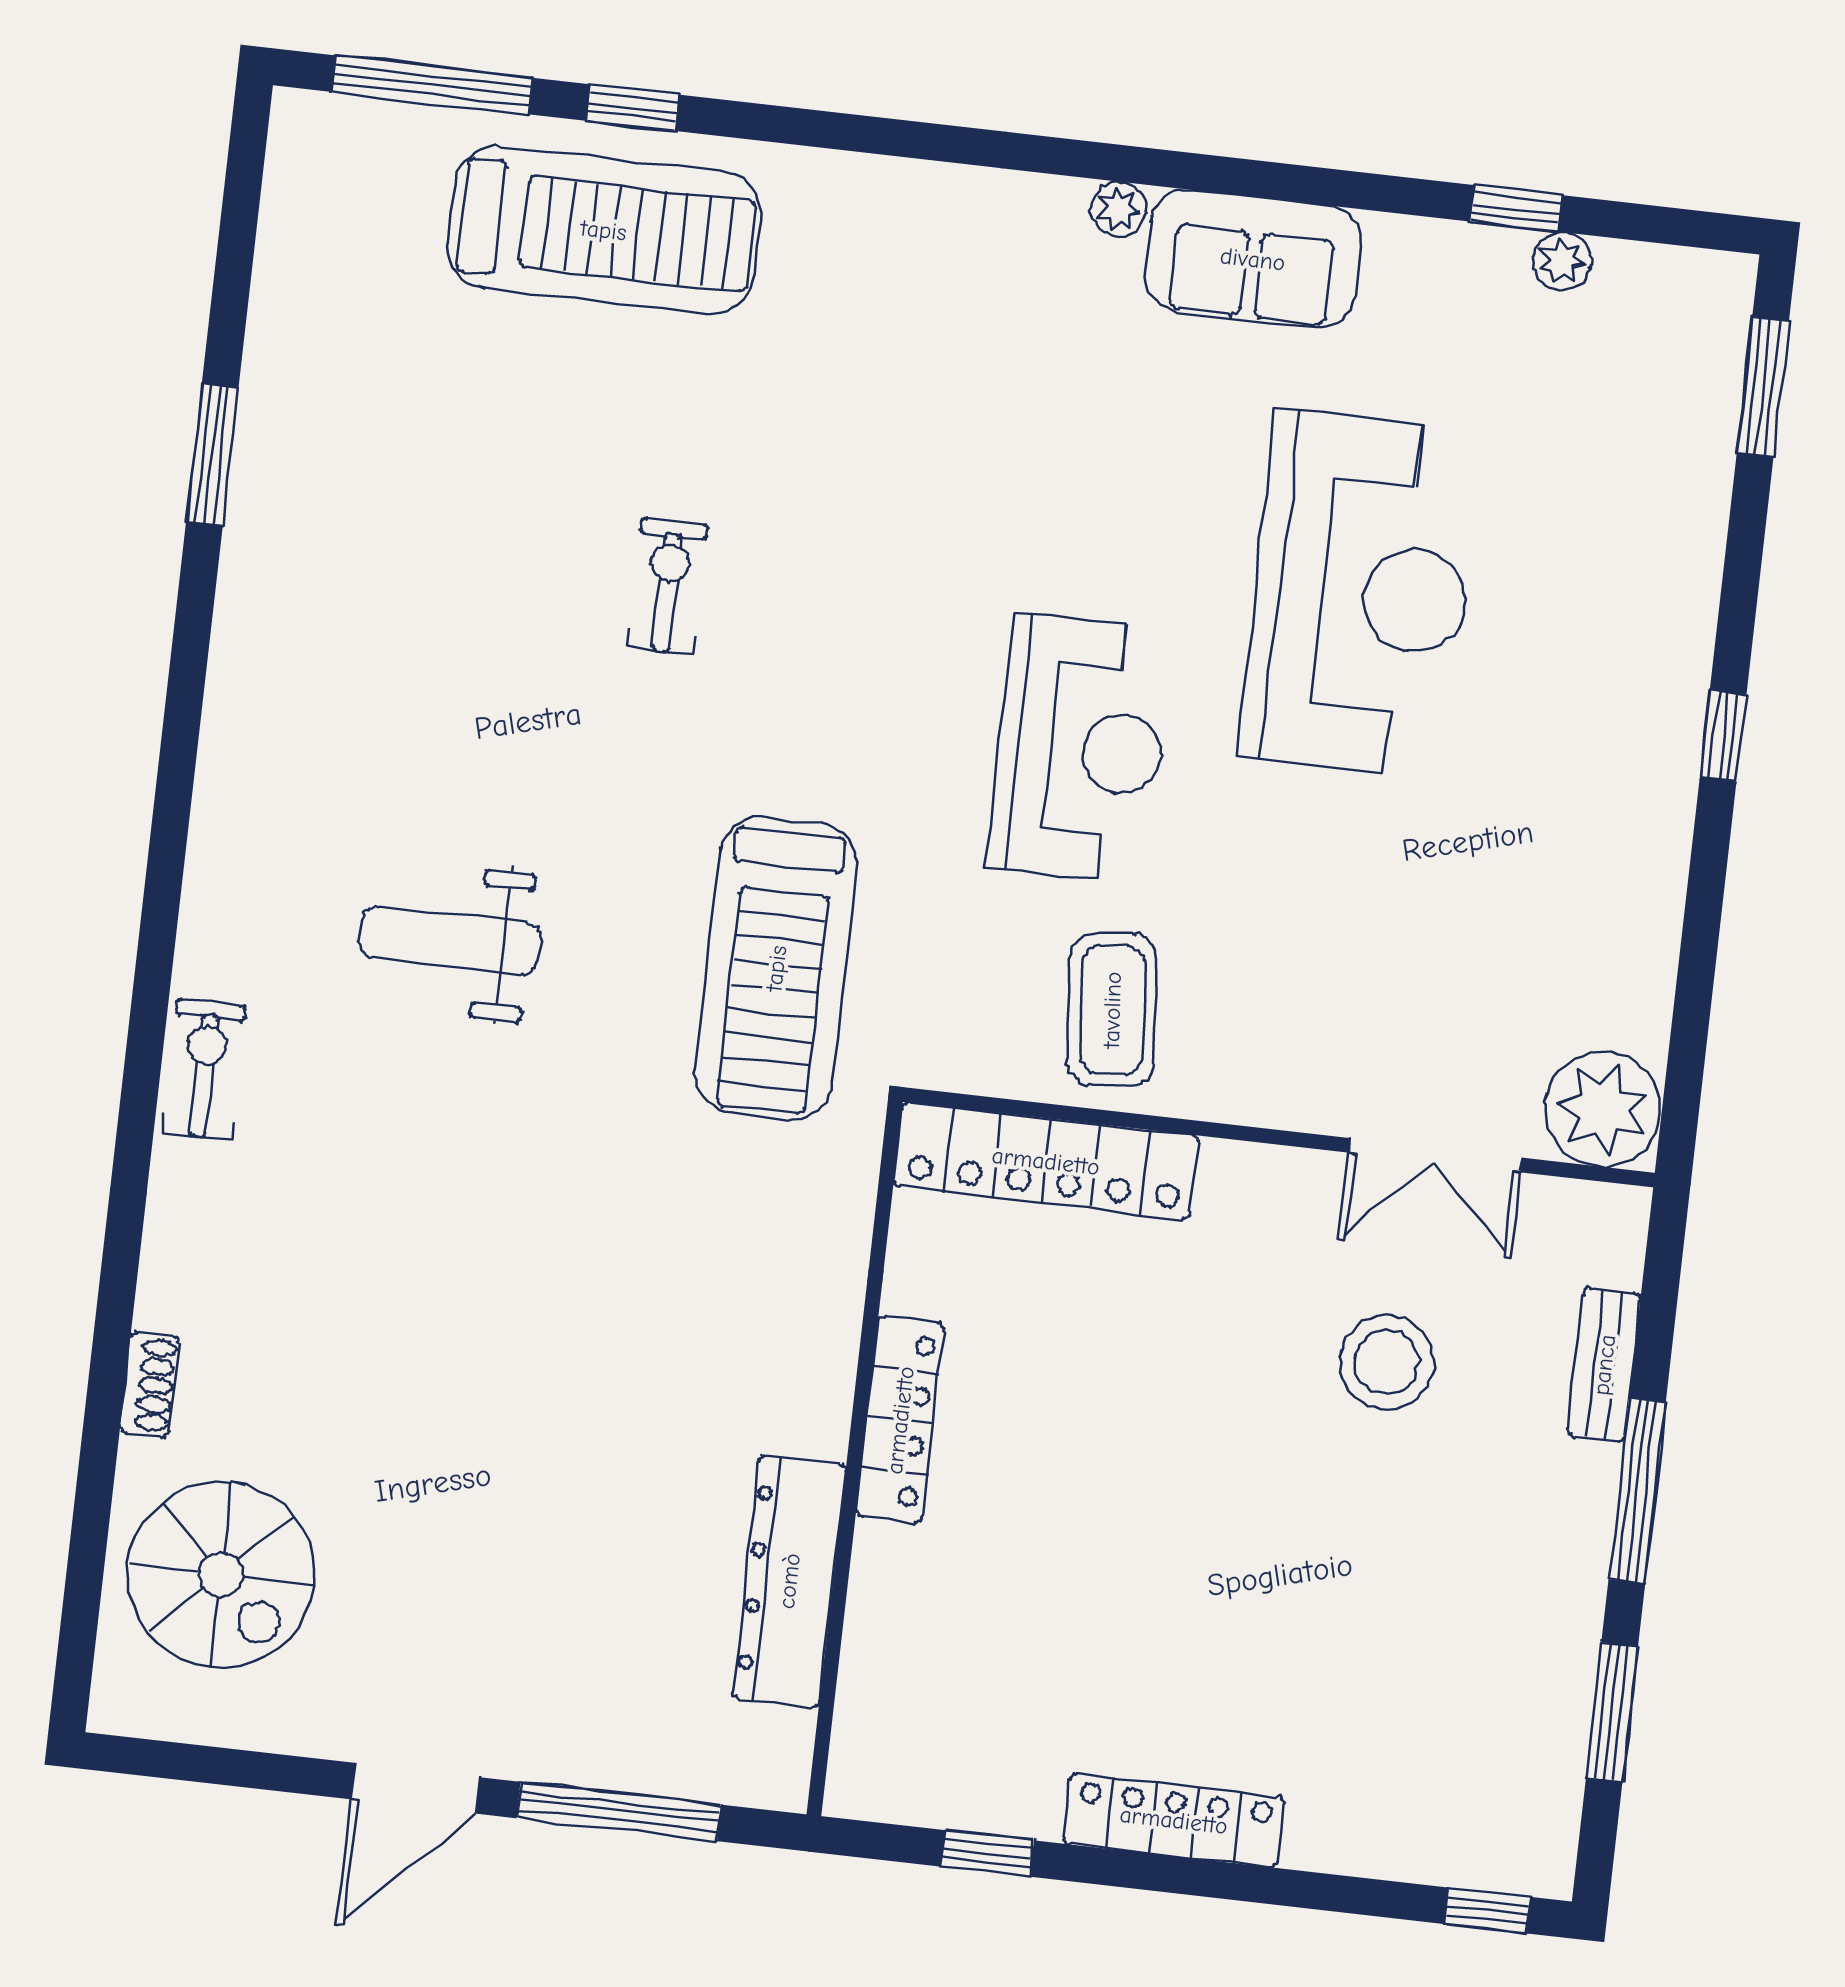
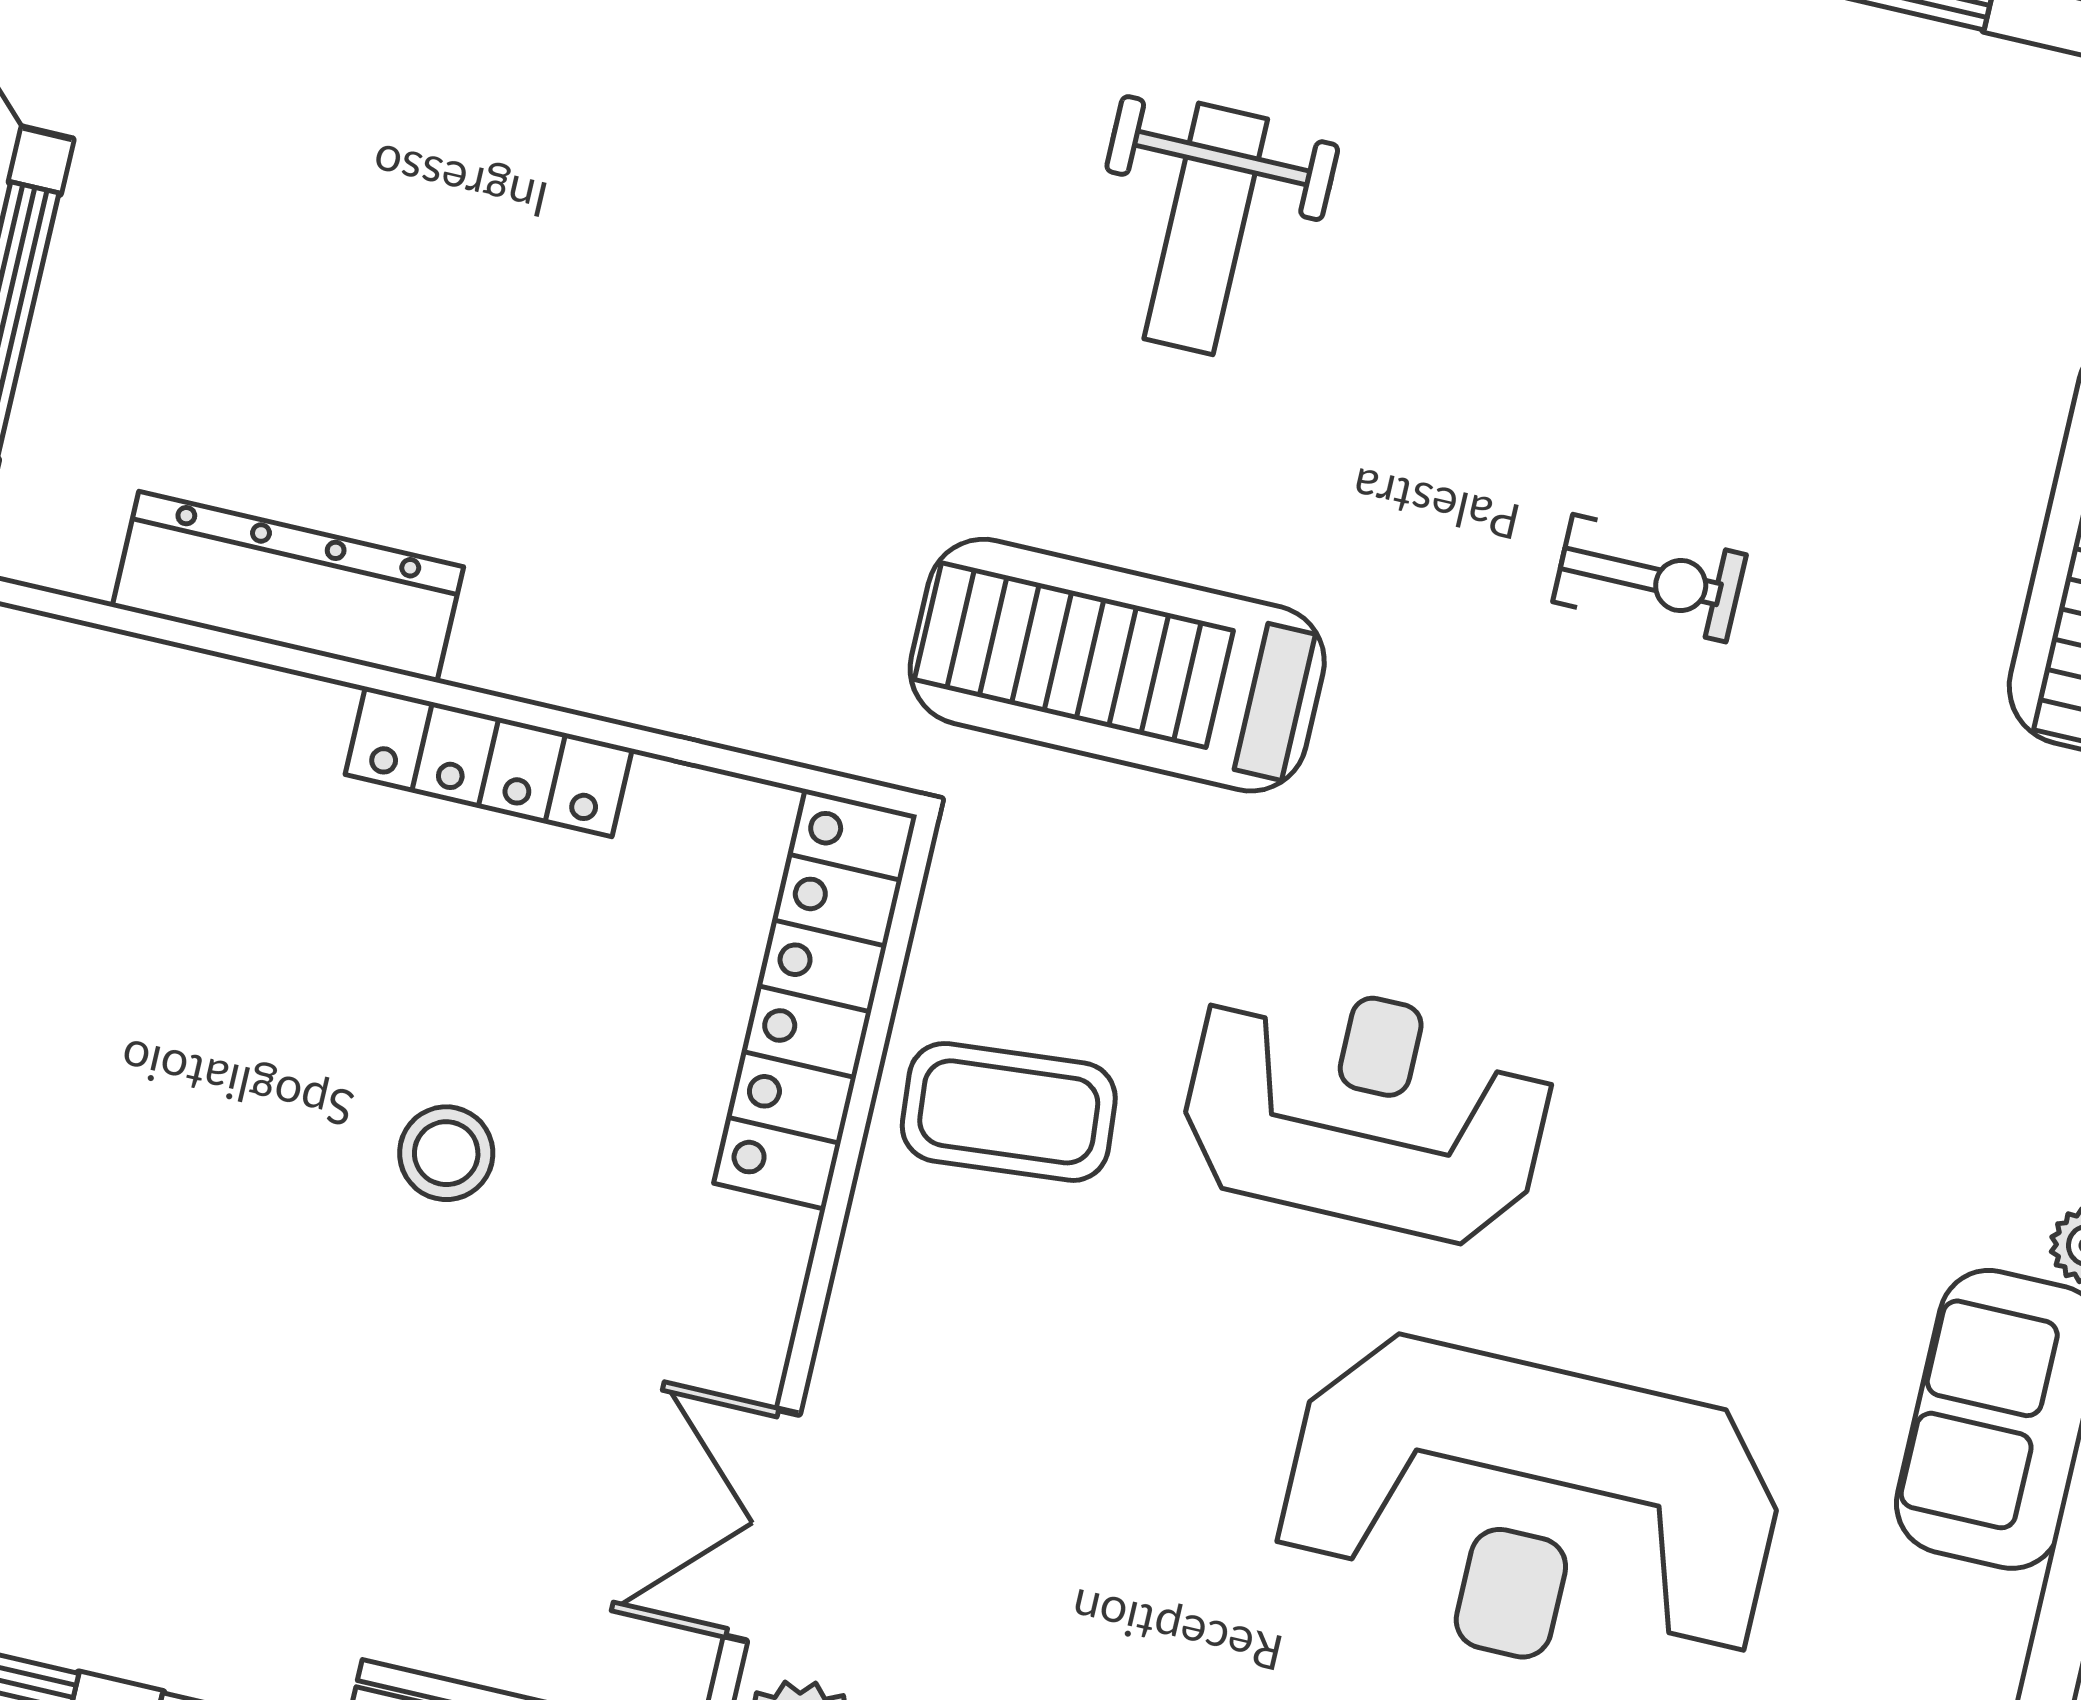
reception desk: (1080, 749) -> (1366, 1109), turned 180
weight bench: (450, 940) -> (1206, 229), turned 180
stool: (1387, 1362) -> (446, 1153), moved, width x0.73, depth x0.73

